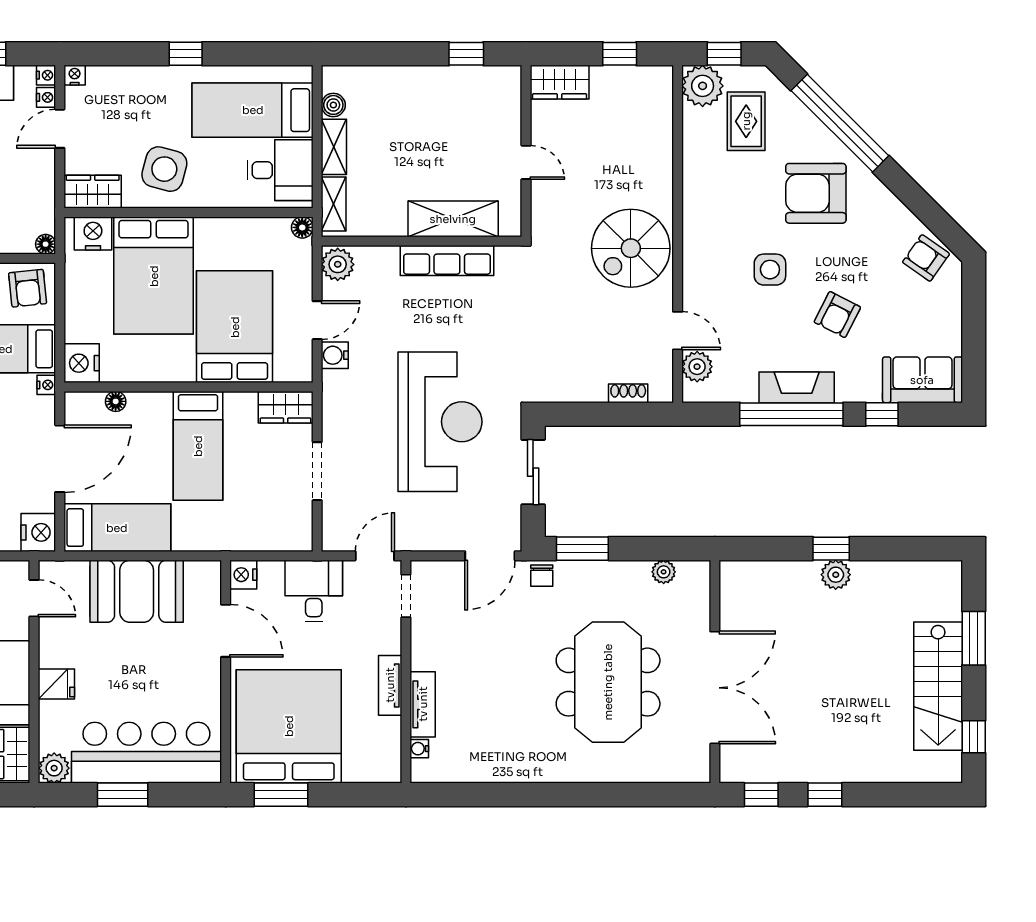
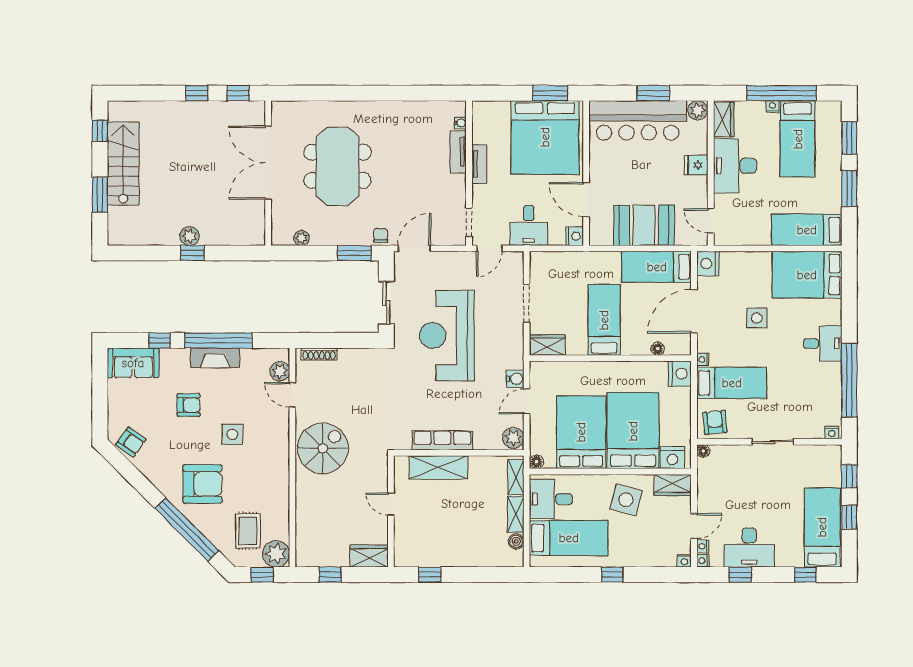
armchair: (837, 315) -> (189, 405), turned 63
bed: (235, 327) -> (581, 432), moved, turned 180
shoe rack: (628, 393) -> (319, 354), width x1.43

